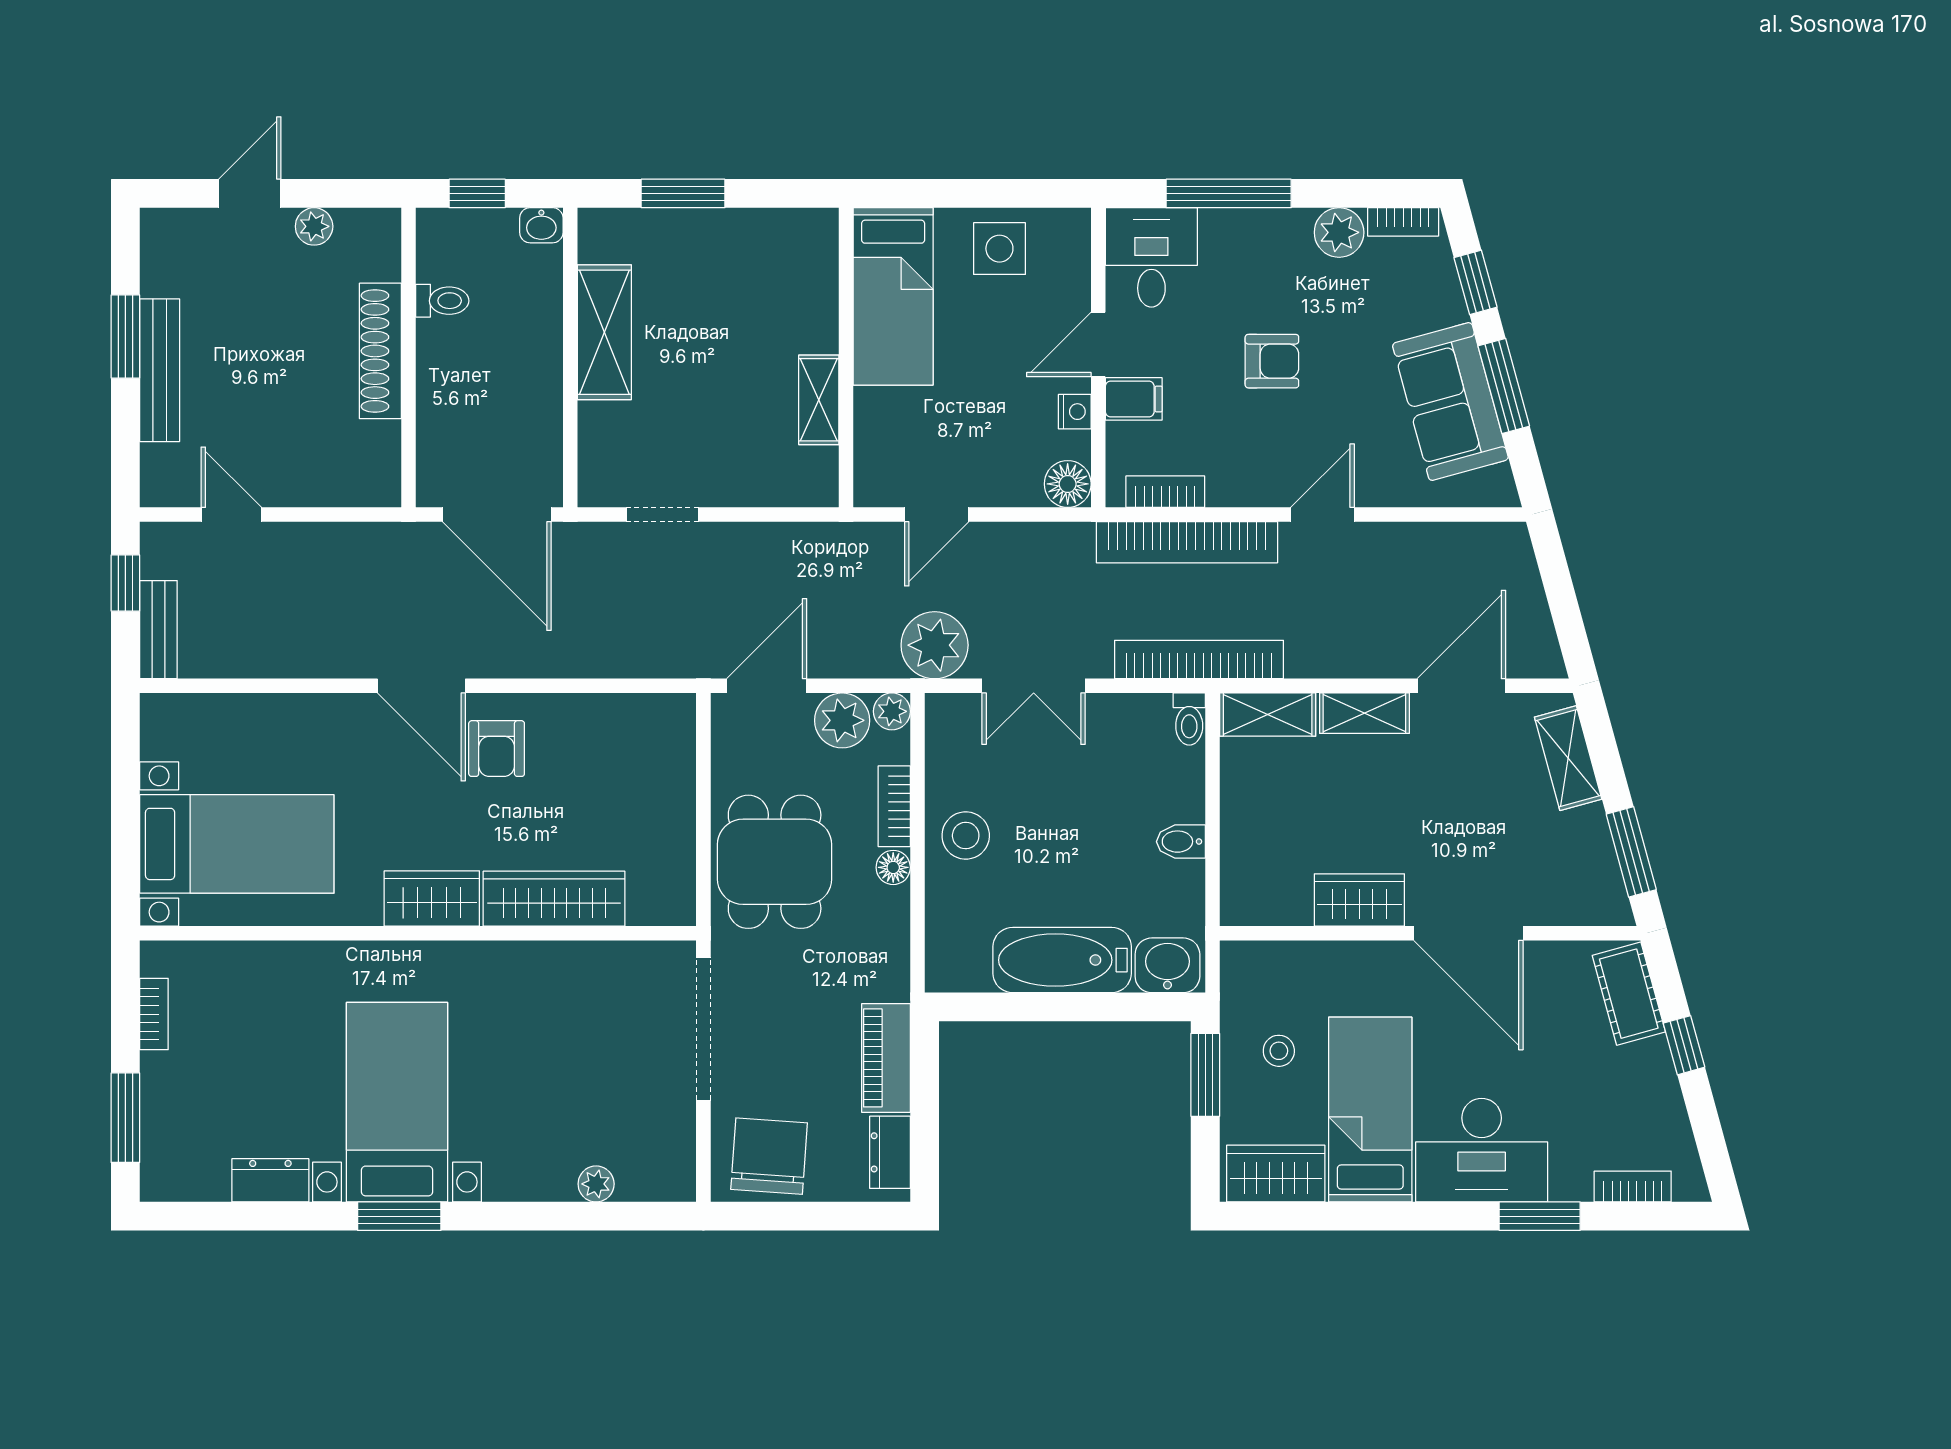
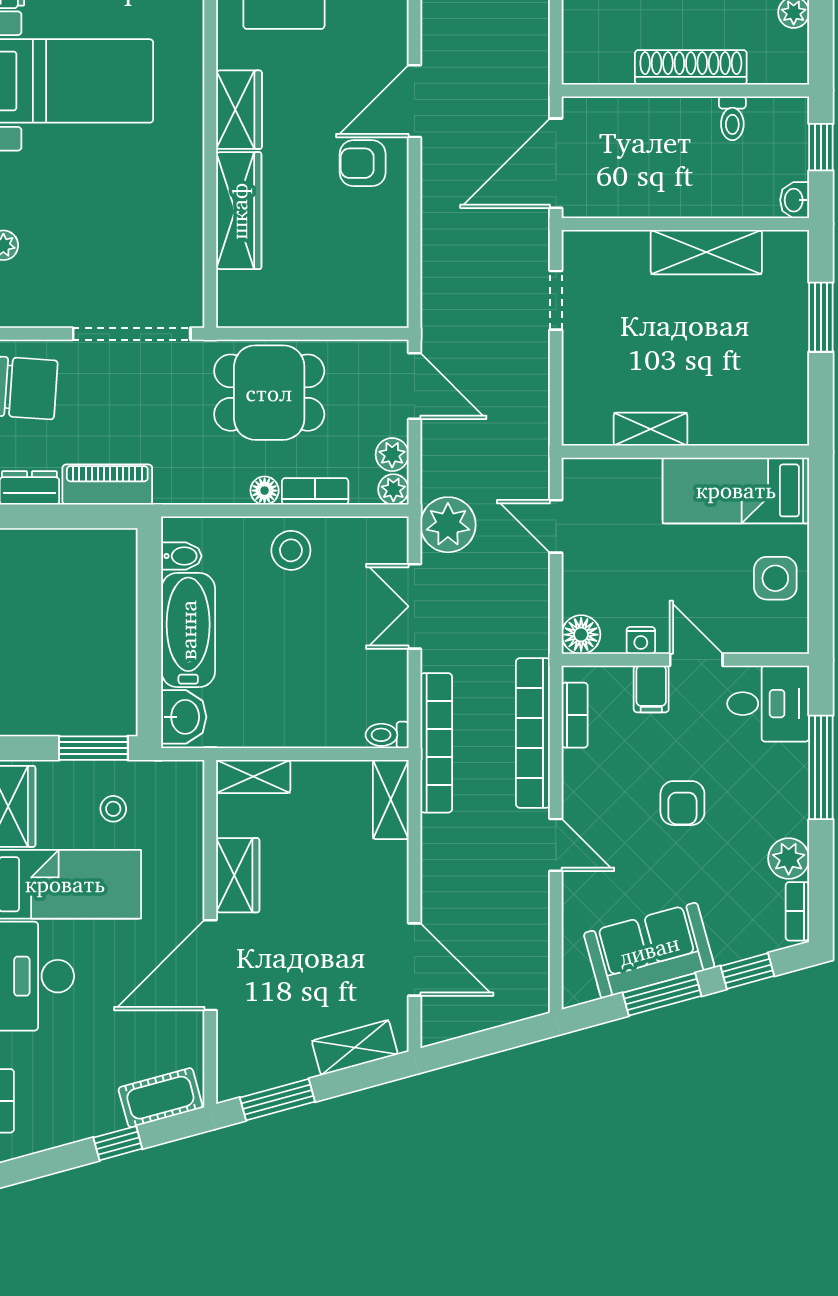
shelving: (1364, 713) -> (253, 777), moved, turned 90
plant: (842, 720) -> (392, 455), width x0.73, depth x0.73
bidet: (1181, 842) -> (181, 556), moved, turned 90

